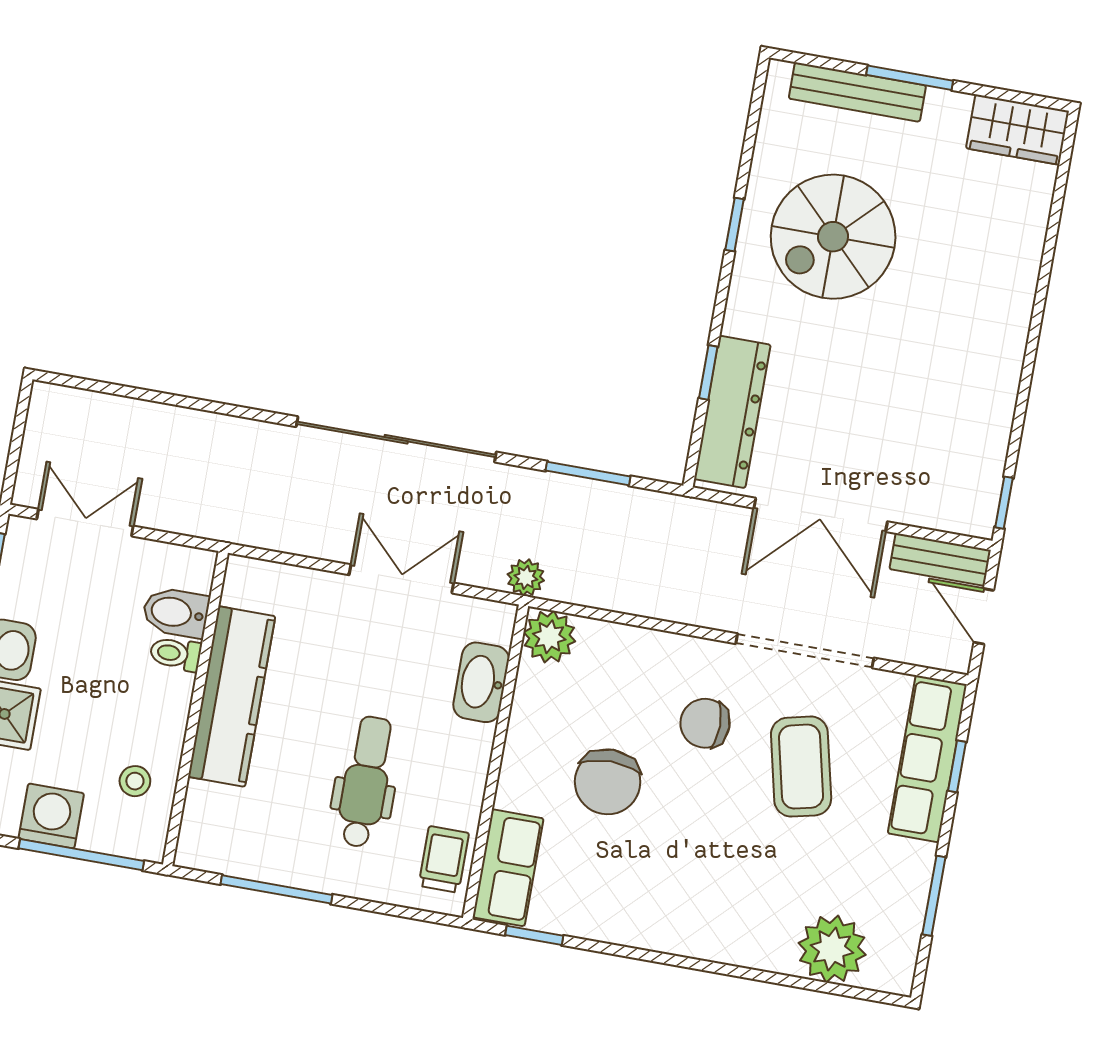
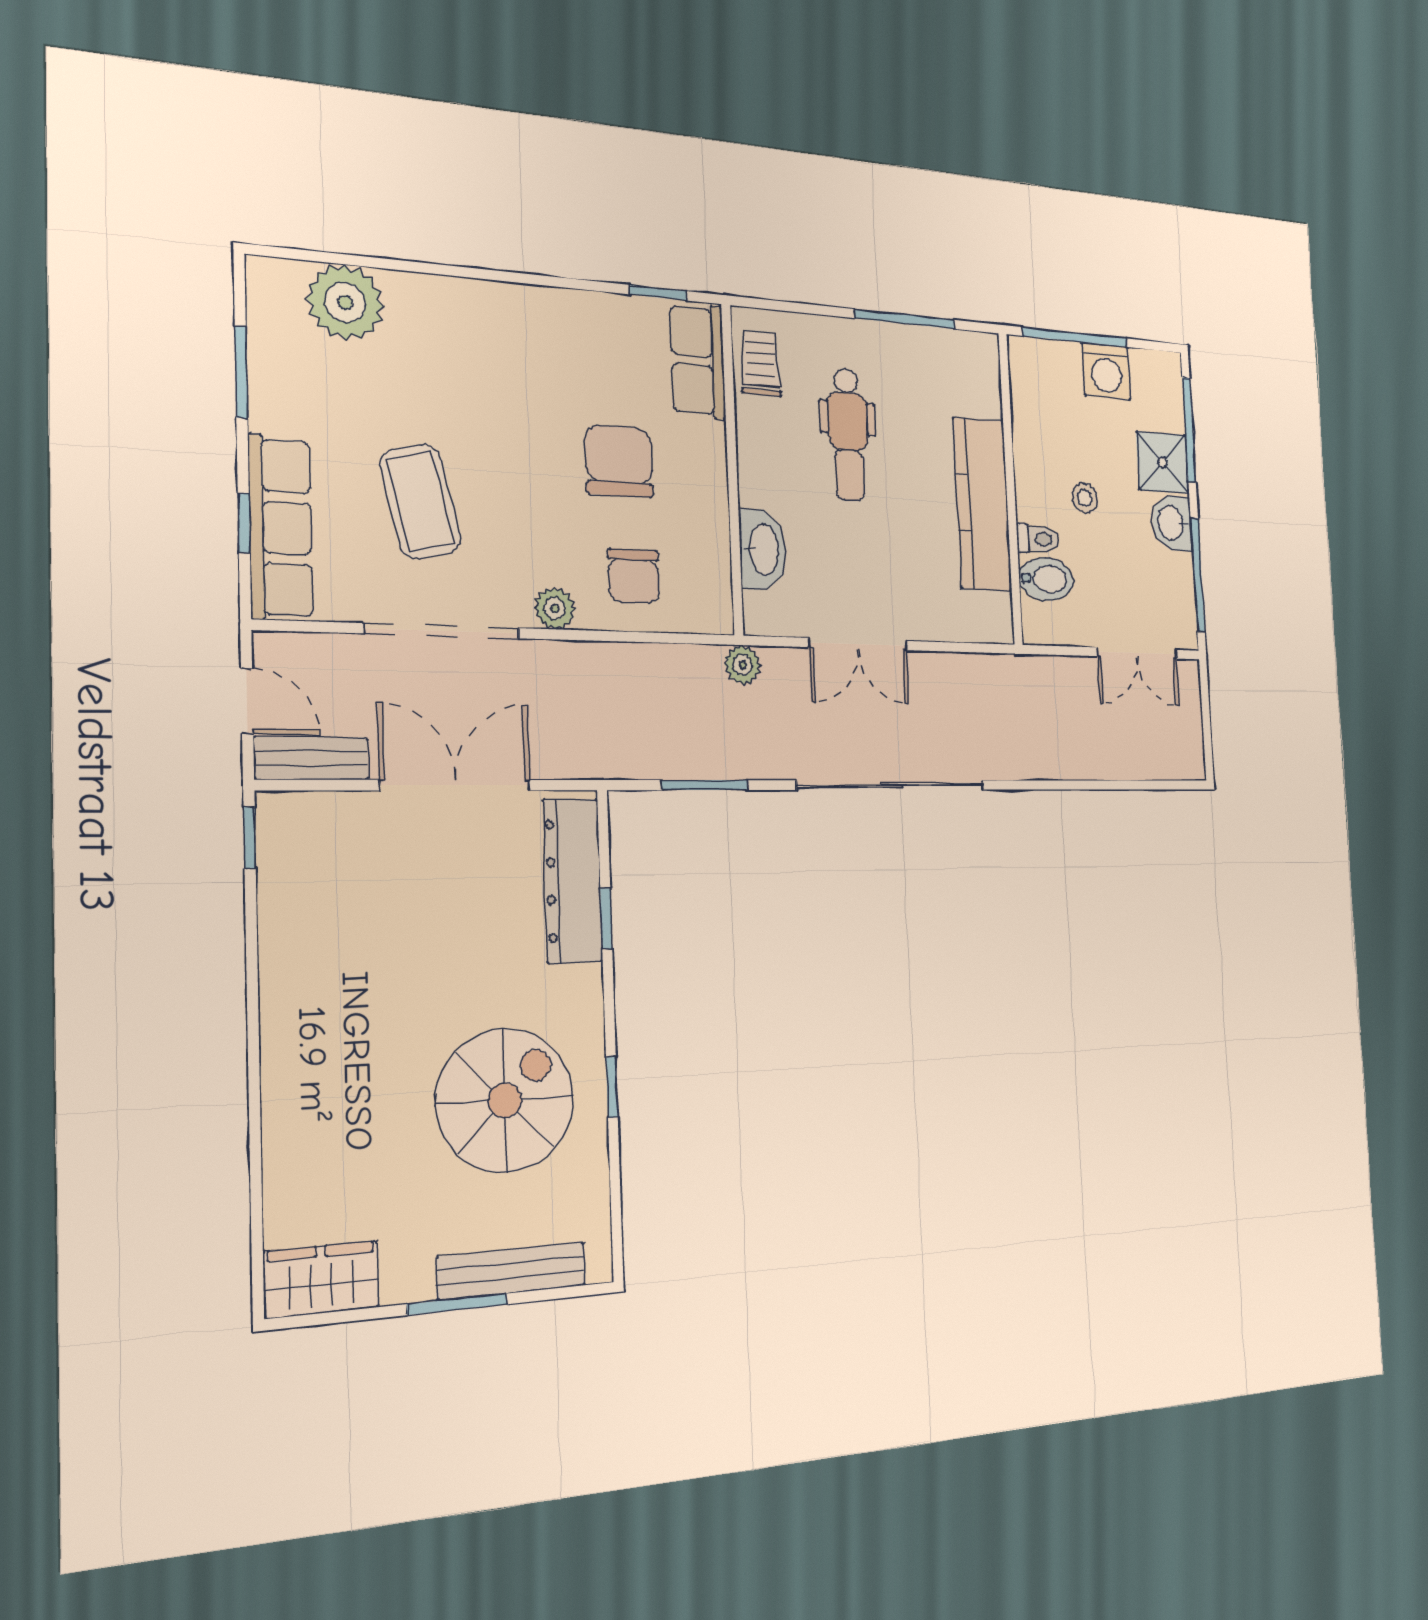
plant: (549, 637) -> (555, 608), moved, width x0.73, depth x0.73
chair: (705, 723) -> (634, 576), moved, turned 90
stool: (135, 781) -> (1085, 498), moved
trolley: (444, 859) -> (761, 363), turned 180

